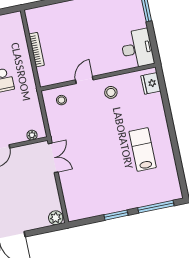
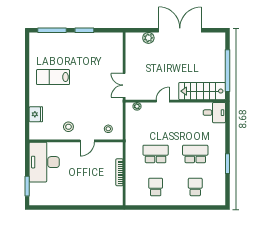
desk: (137, 49) -> (44, 162), width x1.36, depth x1.30
fridge: (151, 83) -> (36, 114), moved
lab bench: (143, 149) -> (53, 77), turned 90
plant: (56, 218) -> (148, 38), moved

